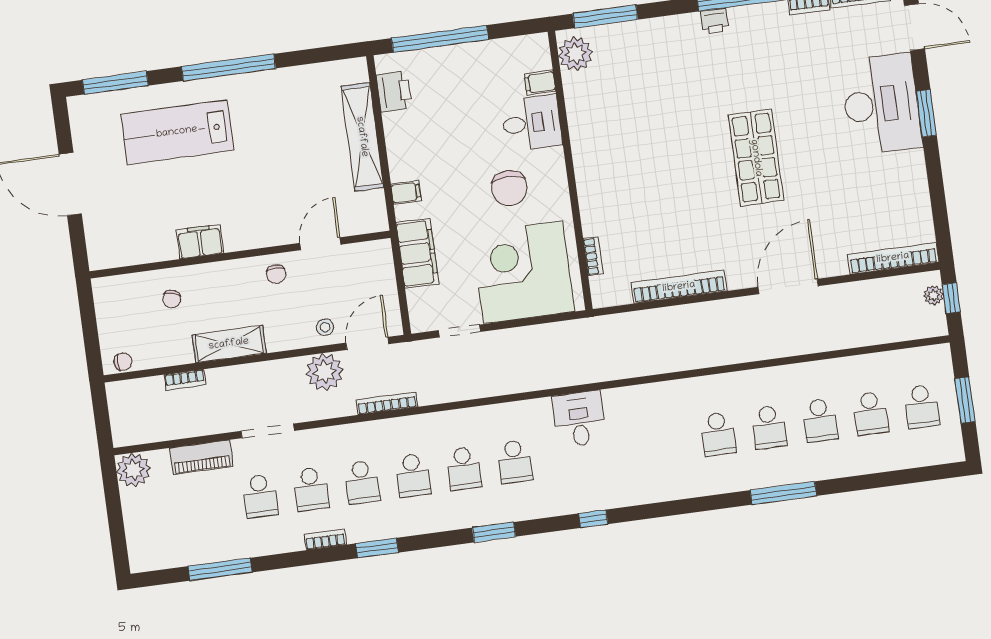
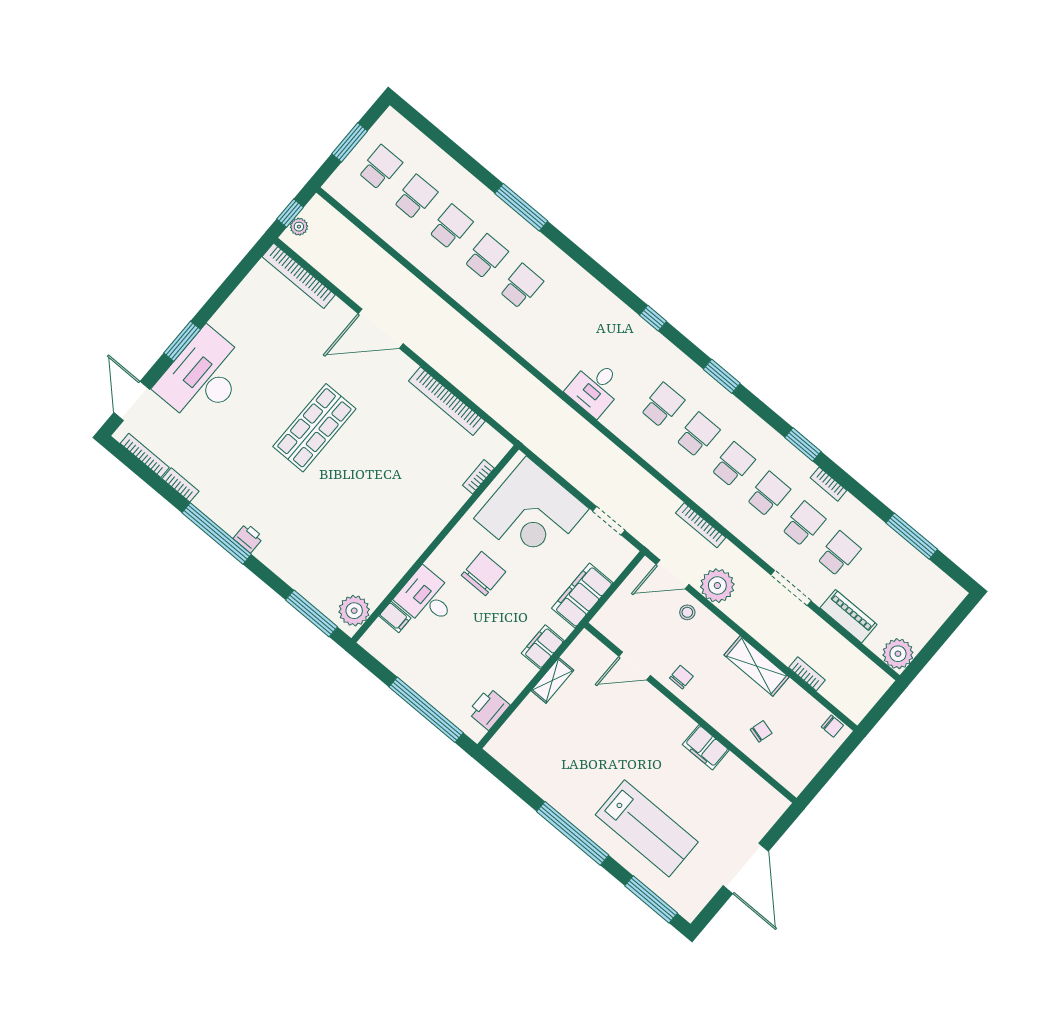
shelving: (362, 137) -> (552, 680), width x0.45, depth x0.75
filing cabinet: (406, 192) -> (543, 647), width x2.00
chair: (123, 362) -> (832, 726), turned 180

